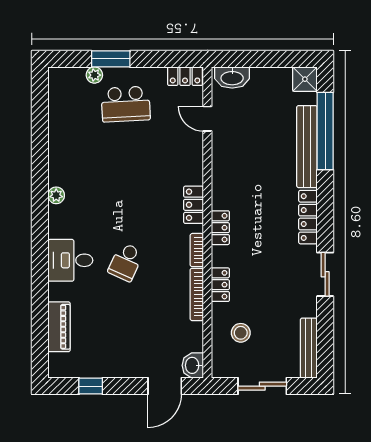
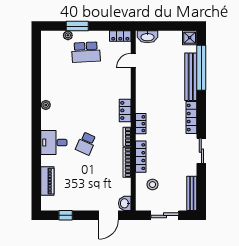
door: (207, 119) -> (133, 61), hinge flipped
locker: (220, 285) -> (141, 157), width x1.53

